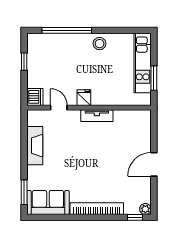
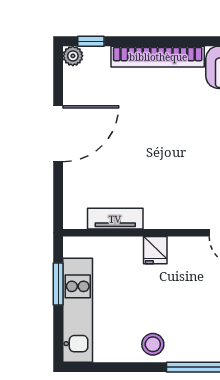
fridge: (84, 98) -> (155, 250), moved
tv unit: (97, 116) -> (115, 219), moved
door: (154, 164) -> (58, 134), width x1.36

